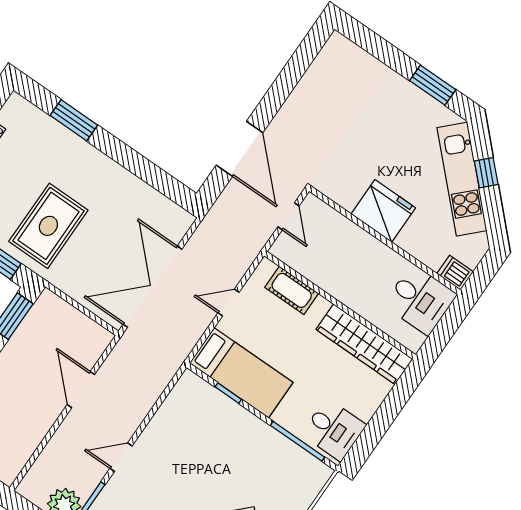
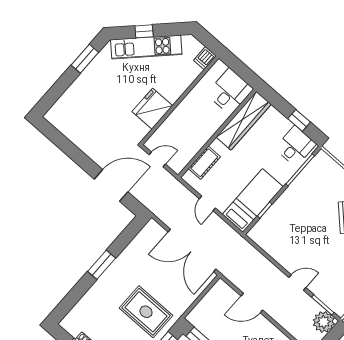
window: (74, 120) -> (102, 265), moved
fridge: (383, 211) -> (152, 109), moved
desk: (420, 300) -> (230, 91), moved
window: (374, 431) -> (299, 120), added
door: (121, 457) -> (297, 282), swing flipped

